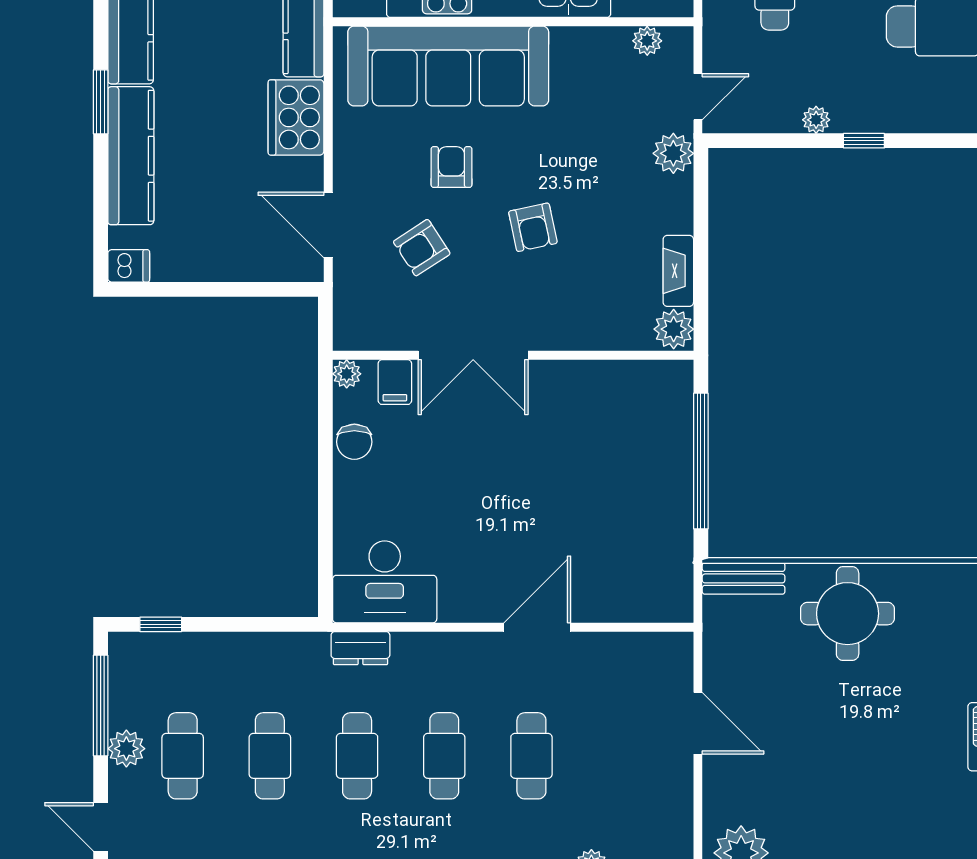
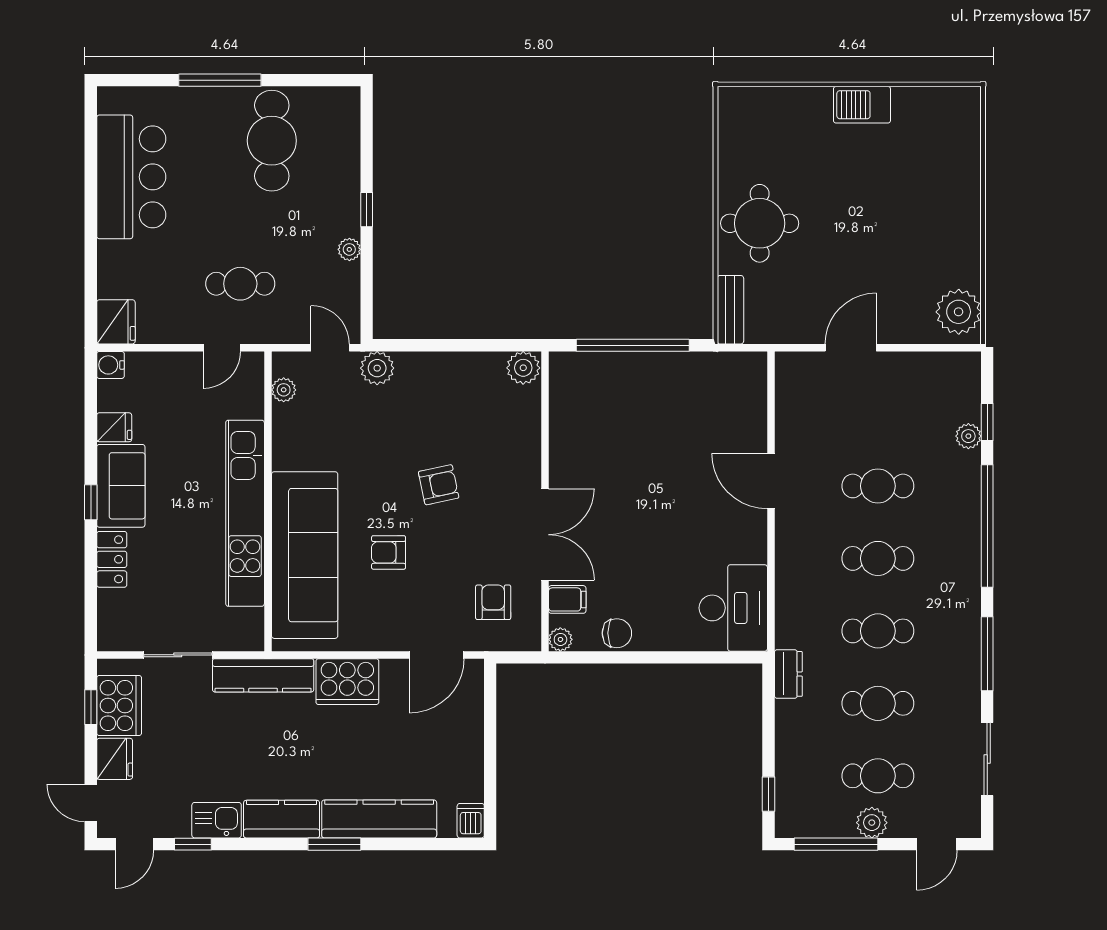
armchair: (422, 248) -> (493, 602), moved, turned -147
fireplace: (678, 271) -> (475, 364), removed
dresser: (360, 648) -> (788, 674), moved

